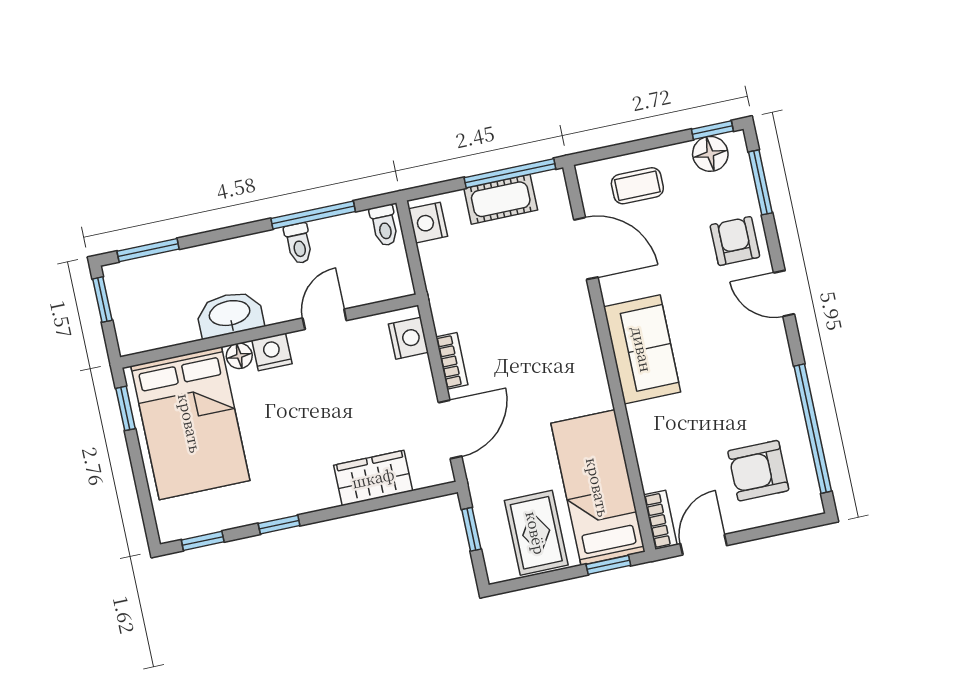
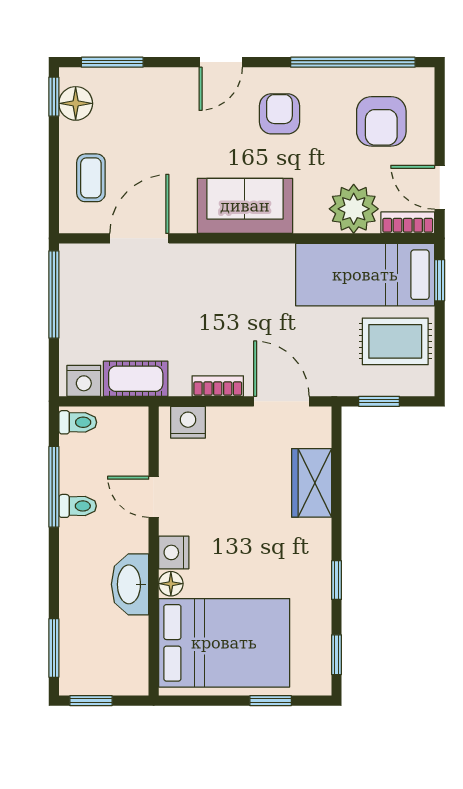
cot: (501, 199) -> (136, 379), moved, turned 90
armchair: (735, 241) -> (279, 114), moved, turned 90
window: (125, 408) -> (271, 701), moved
plant: (663, 461) -> (354, 209), added

